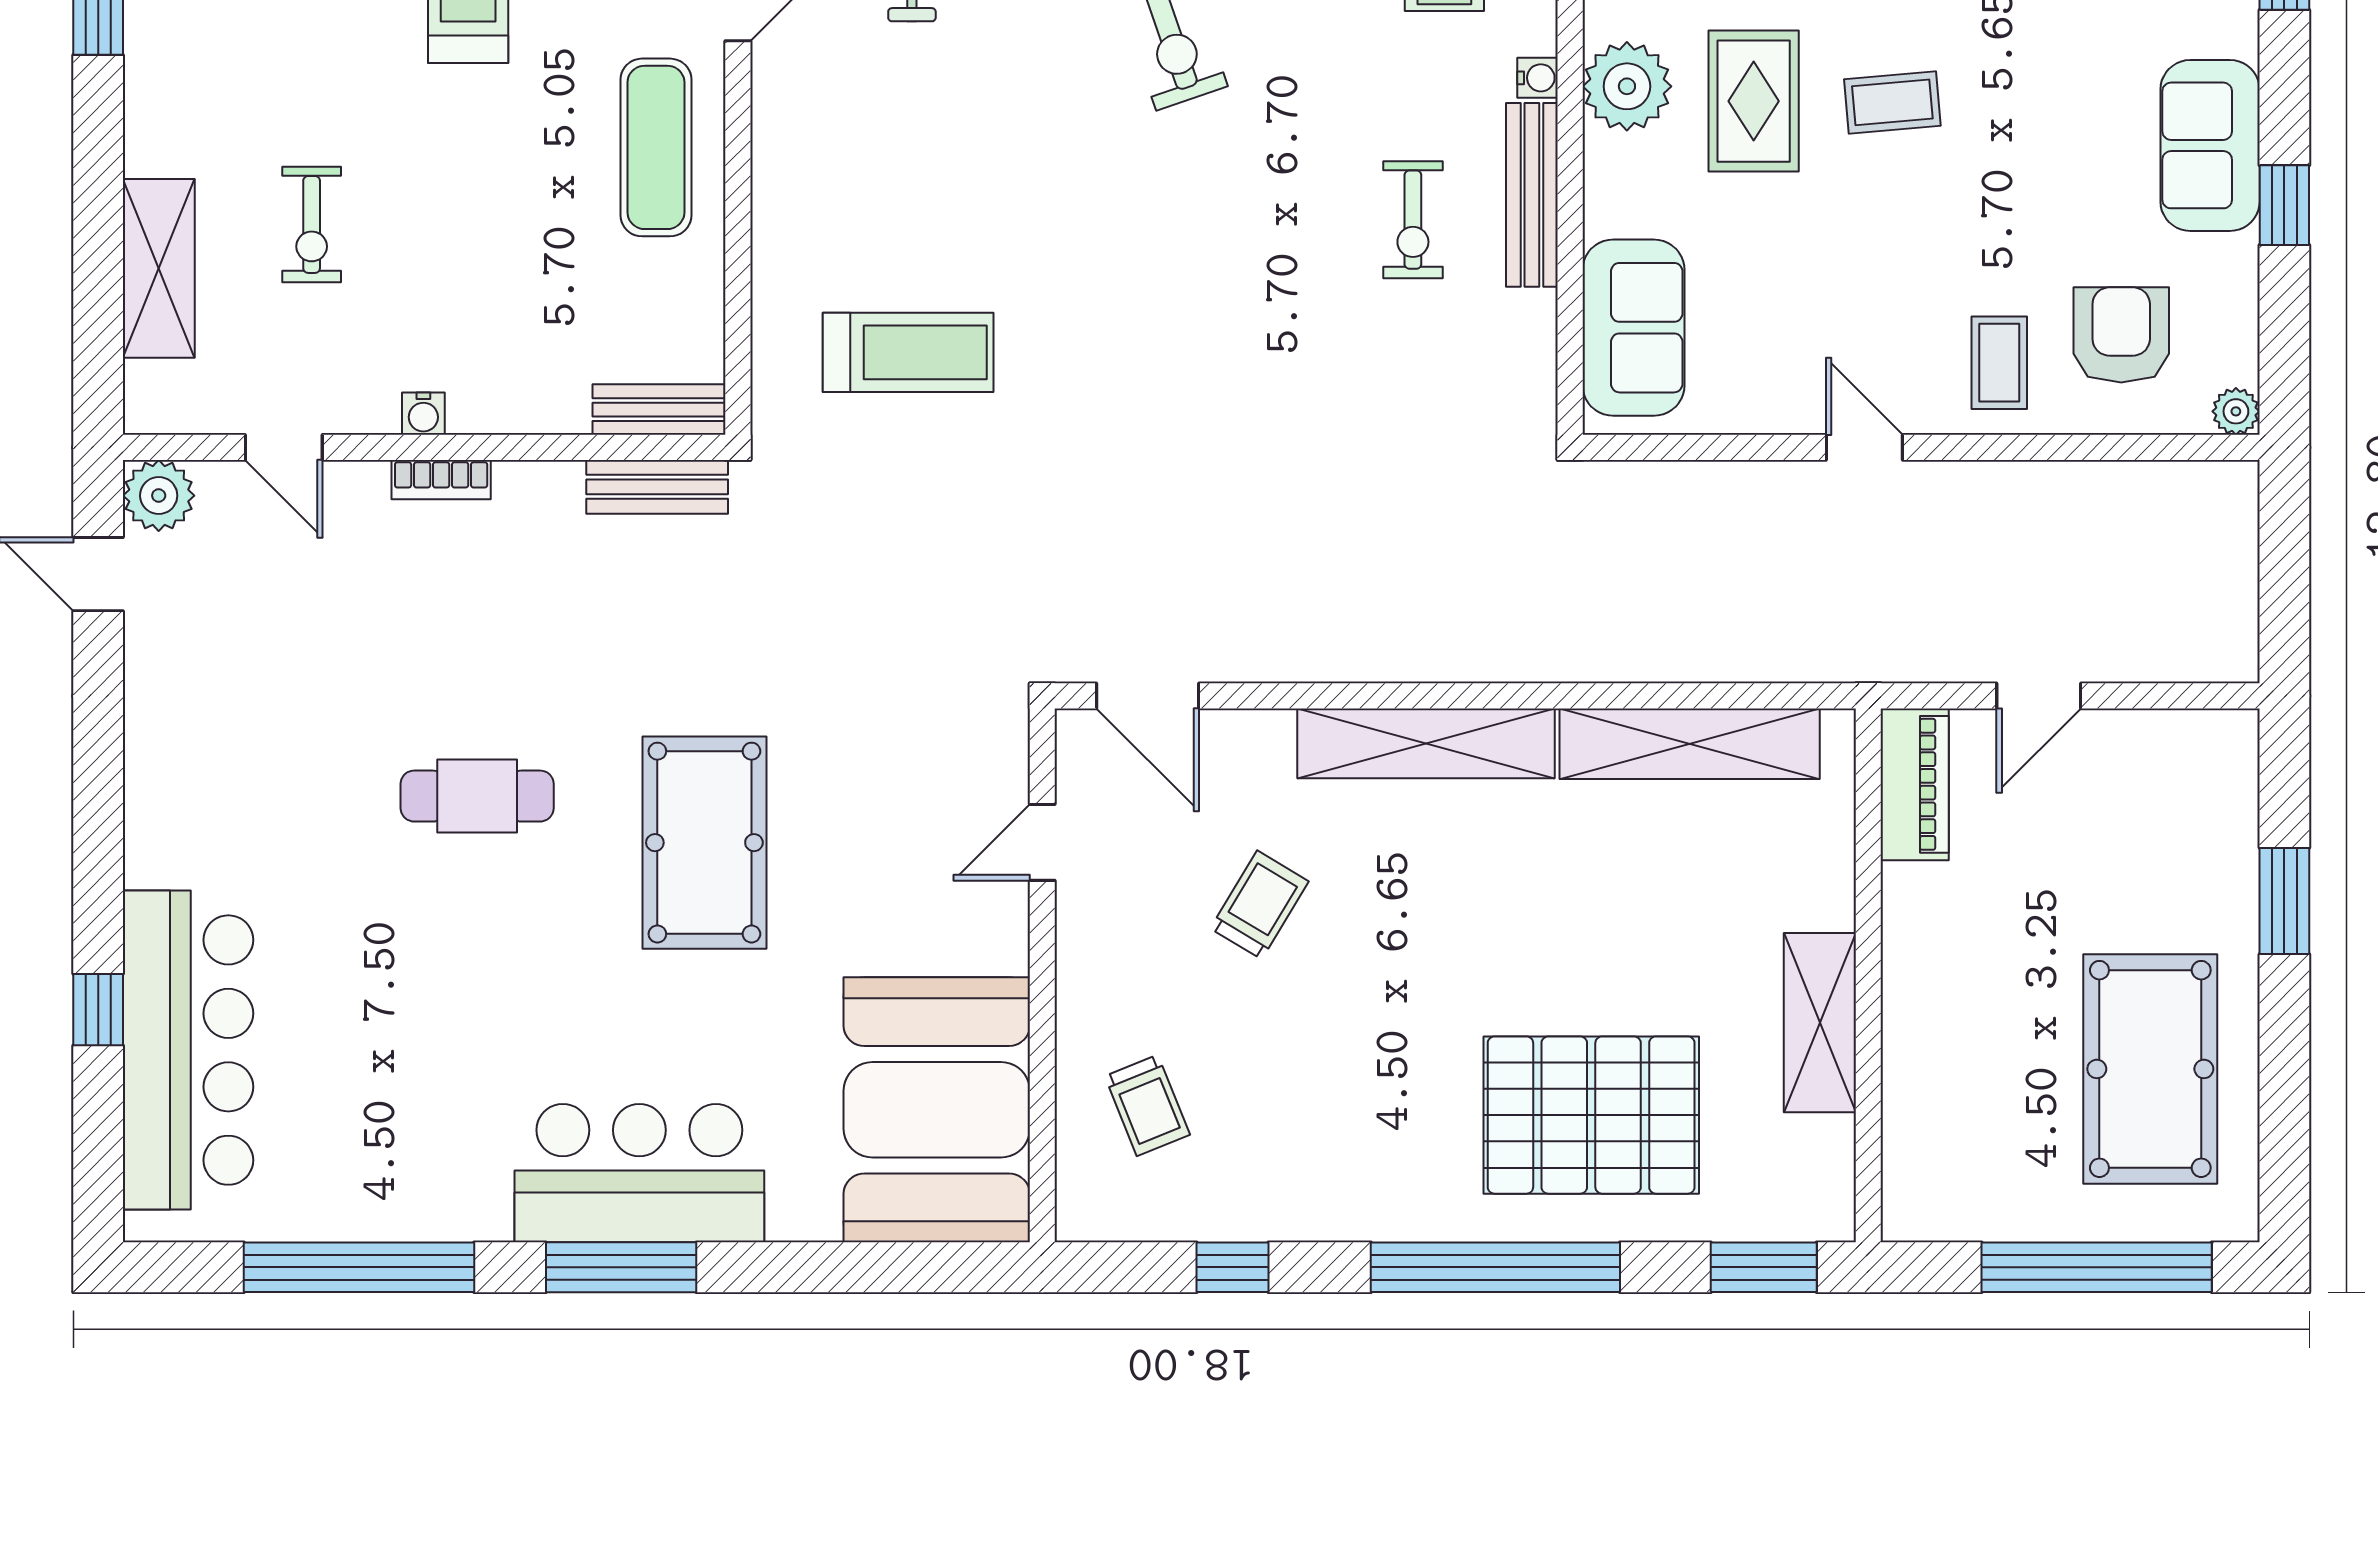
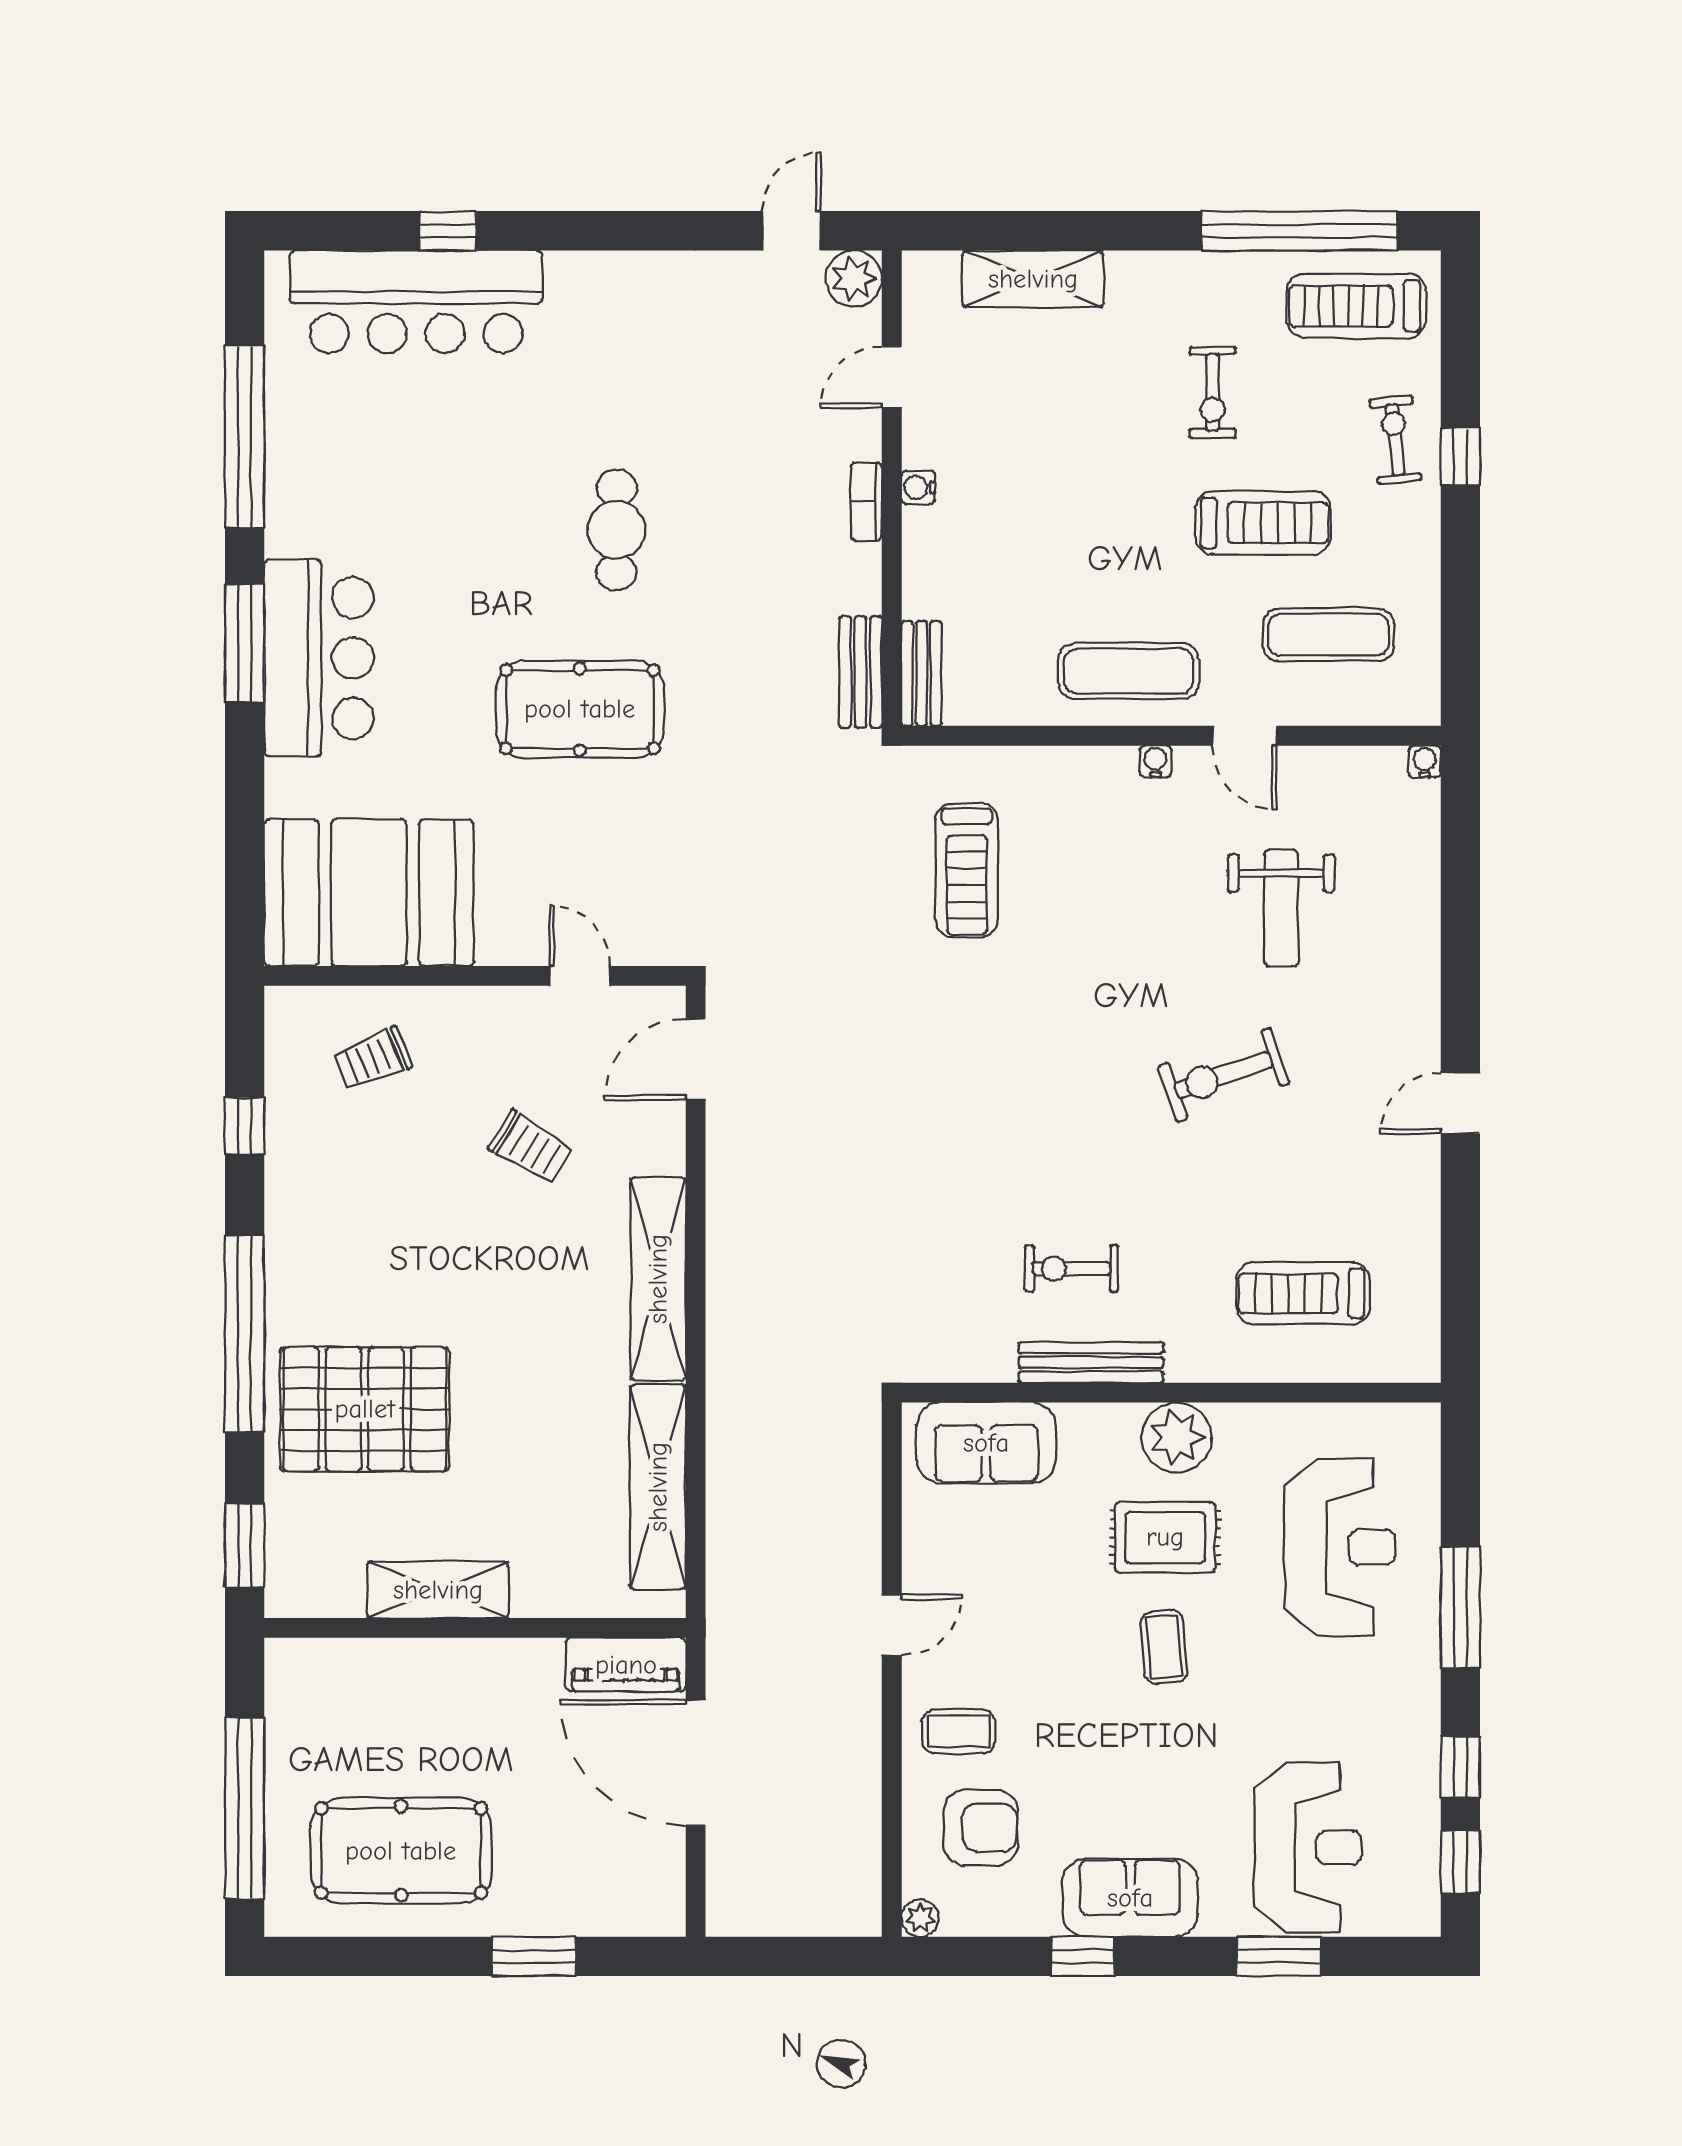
water cooler: (1538, 78) -> (1156, 761), moved, turned 180
exercise bike: (312, 224) -> (1213, 392), moved, turned -90
door: (2039, 696) -> (696, 1762), width x1.87
pallet: (1591, 1115) -> (365, 1409), turned 90

